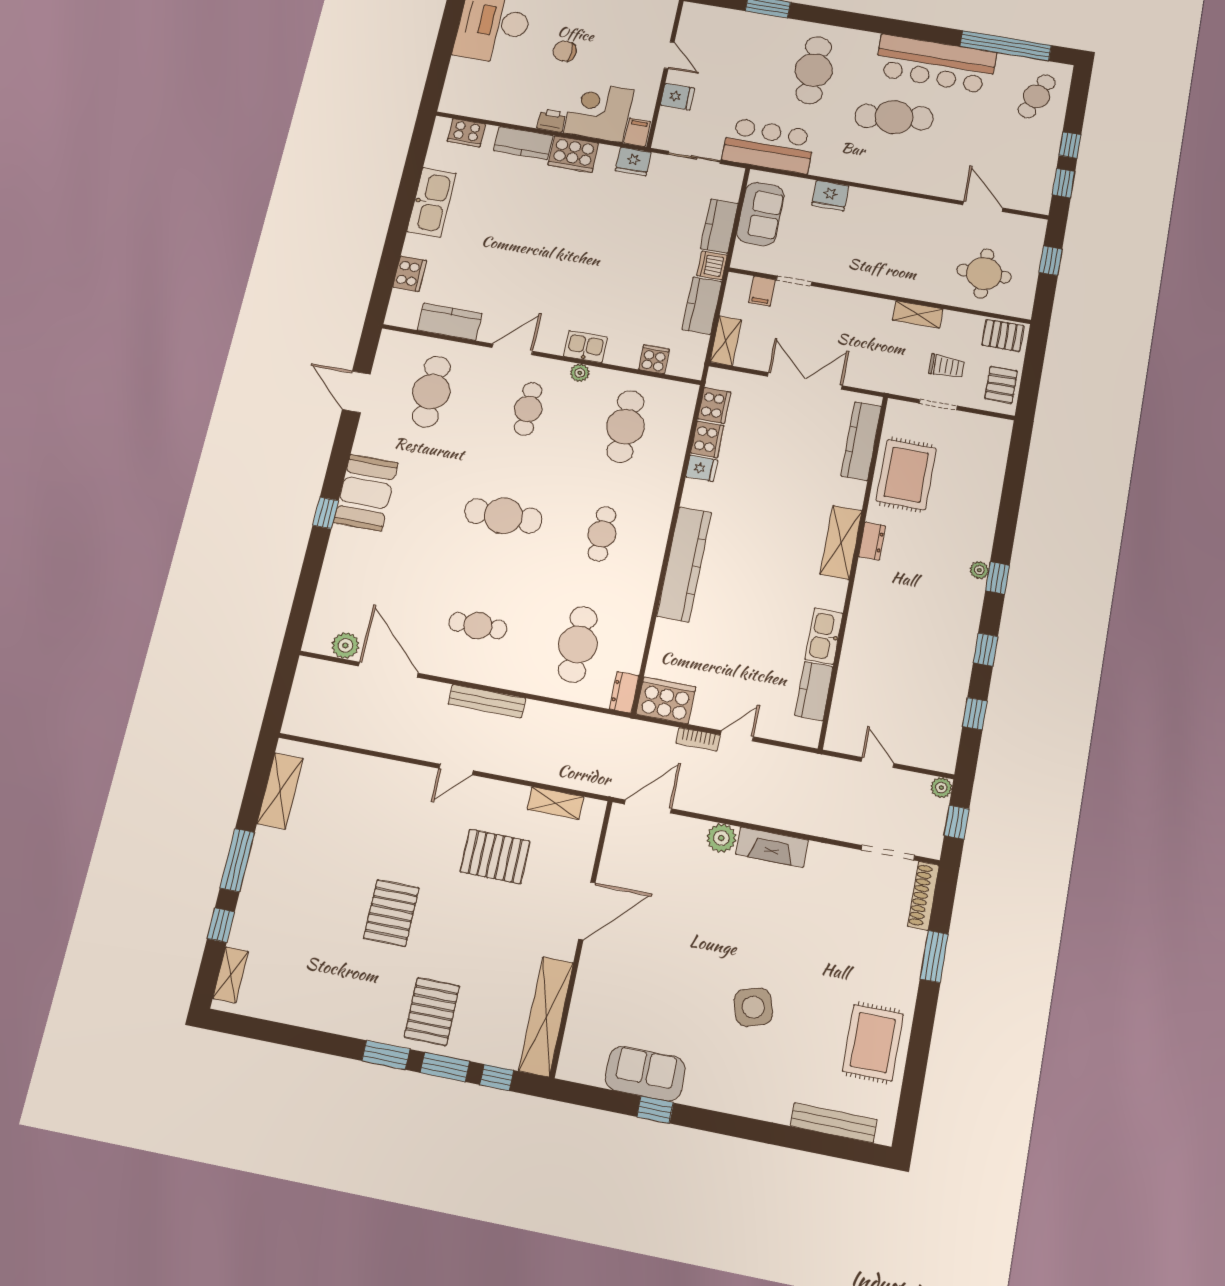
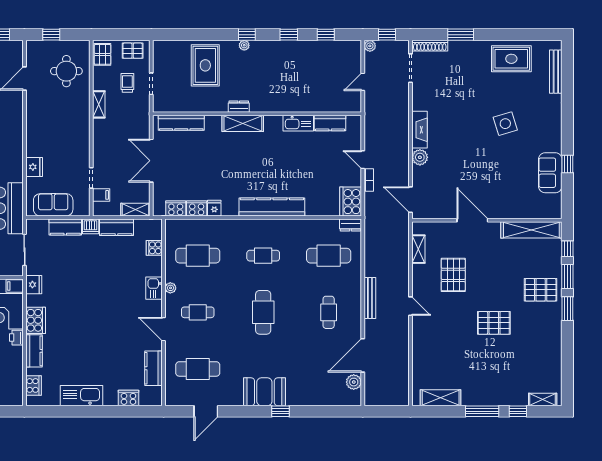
rug: (906, 475) -> (205, 65), moved, turned 90

